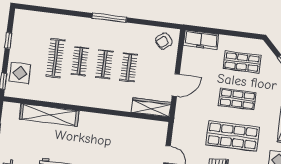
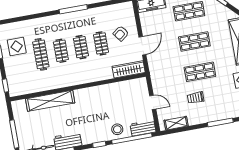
armchair: (164, 41) -> (121, 33), moved
display table: (20, 73) -> (17, 46), moved
shop shelf: (233, 136) -> (200, 72), width x0.70, depth x0.74

